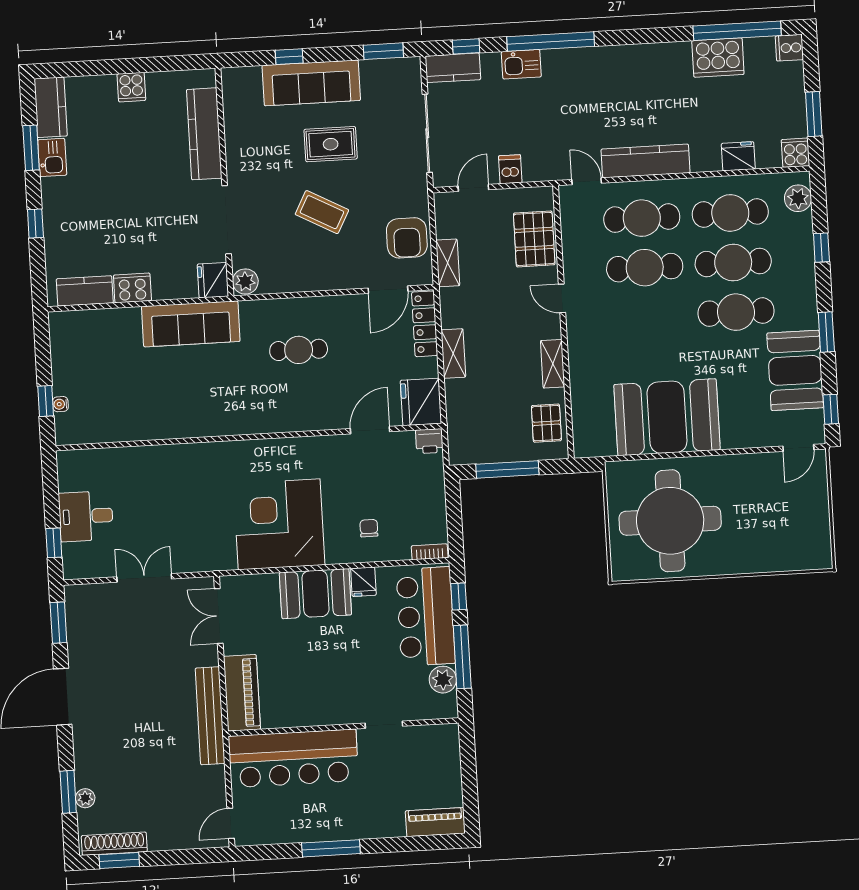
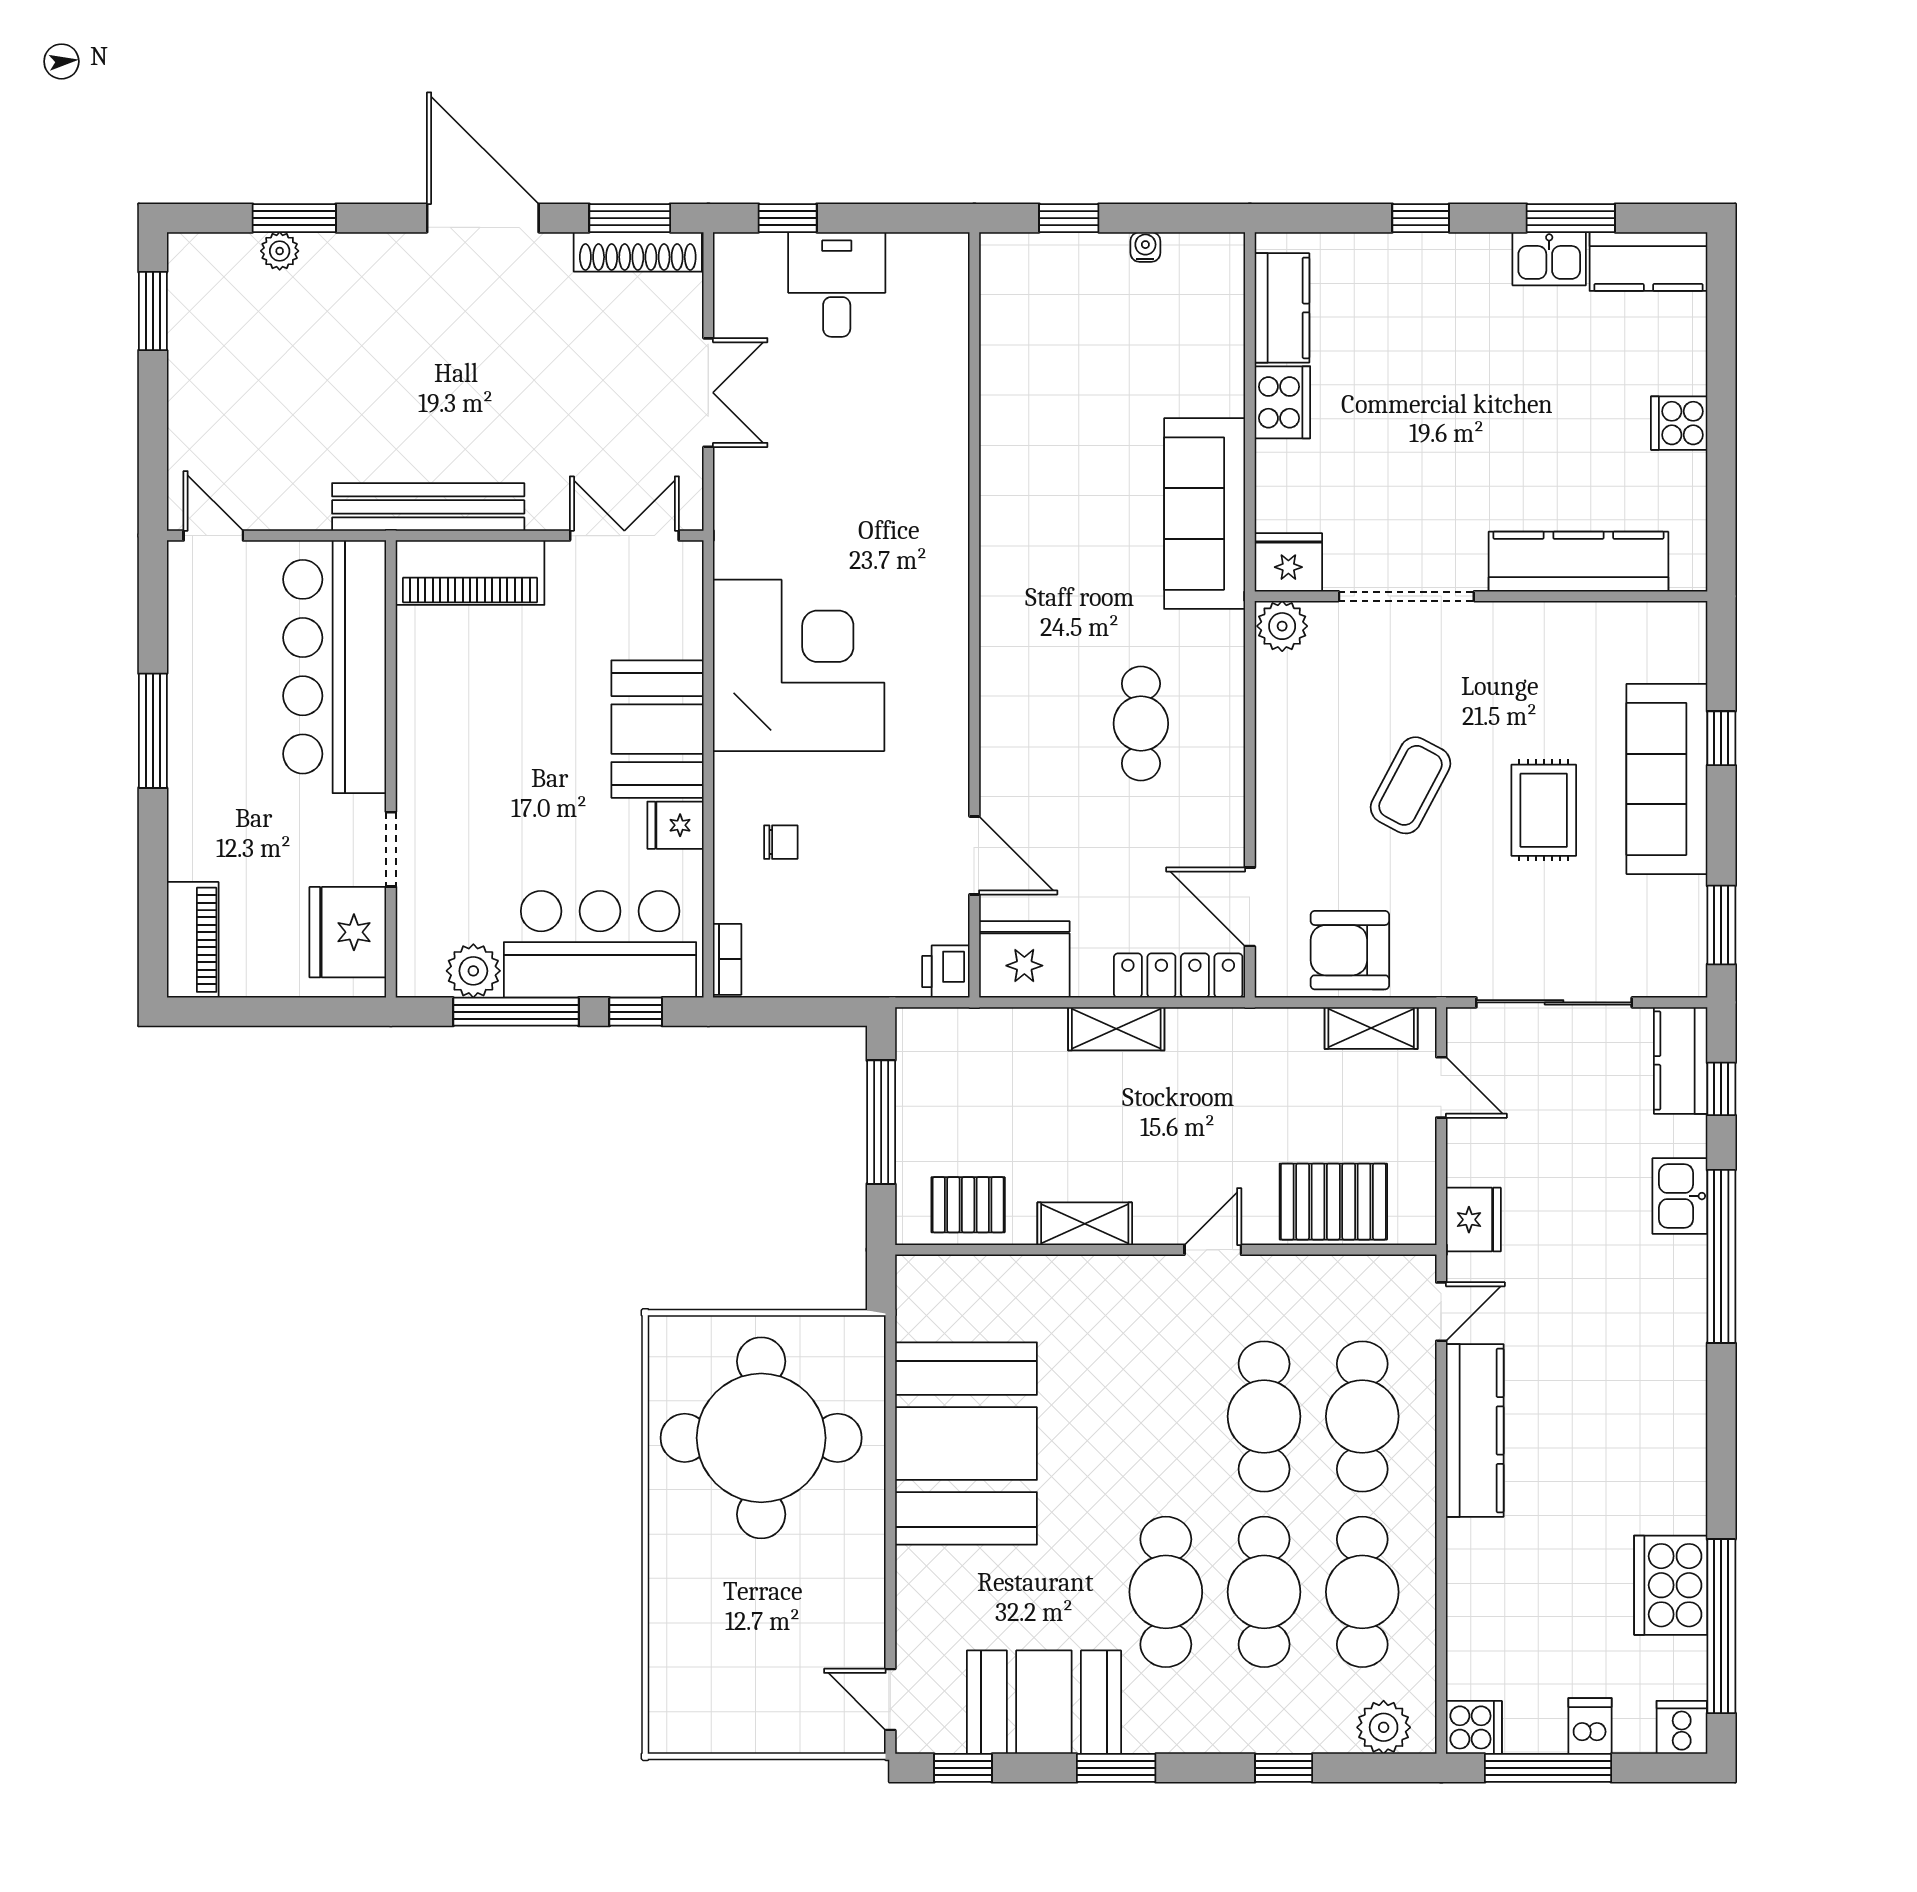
window: (814, 114) -> (1548, 1768), width x1.44
fridge: (738, 156) -> (1473, 1220), moved
dishwasher: (510, 169) -> (1590, 1726), moved, turned -90
shelving: (448, 263) -> (1371, 1028), moved
water cooler: (60, 404) -> (1145, 247), moved
fridge: (427, 744) -> (348, 932), added
shoe rack: (114, 844) -> (638, 252), moved, turned 90

